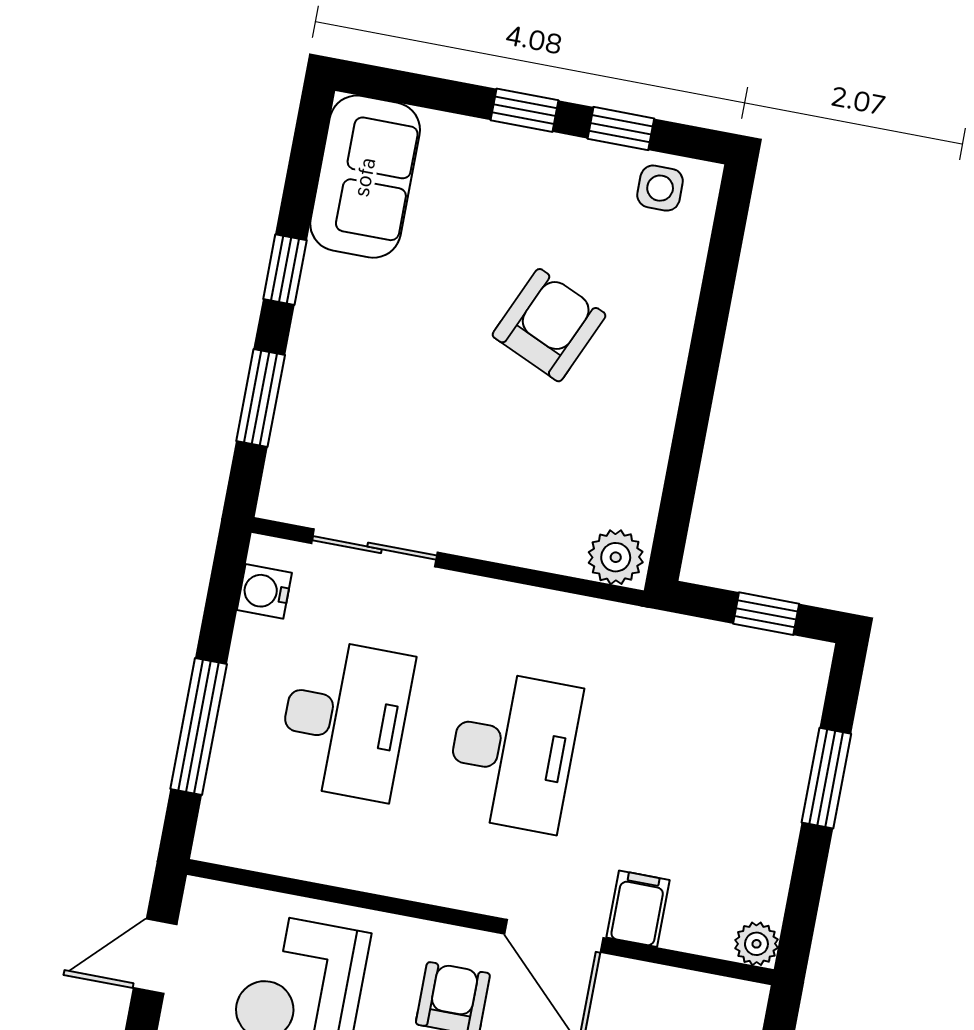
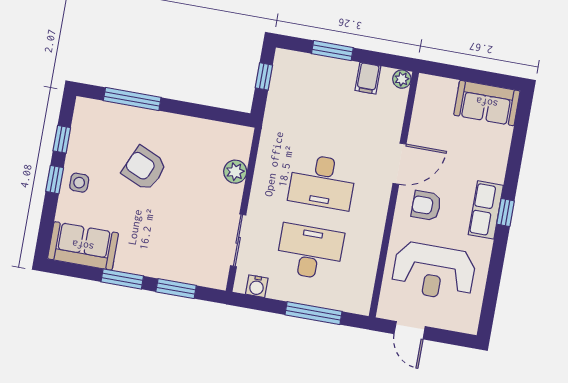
side table: (660, 188) -> (79, 183), moved
window: (285, 270) -> (122, 279), width x1.50
window: (715, 298) -> (132, 99), added
plant: (616, 557) -> (235, 172), moved
desk: (513, 751) -> (322, 182), turned 180
filing cabinet: (638, 909) -> (368, 78), moved, turned -90

